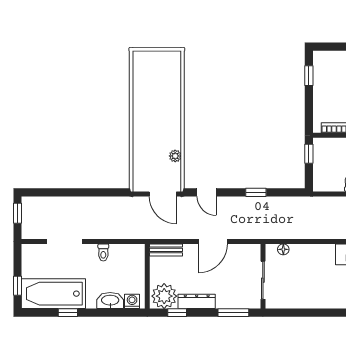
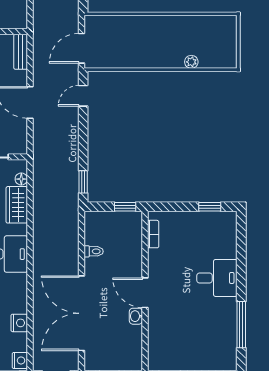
plant: (175, 156) -> (191, 62), moved
window: (256, 192) -> (83, 182), moved
wardrobe: (307, 254) -> (17, 205), added

